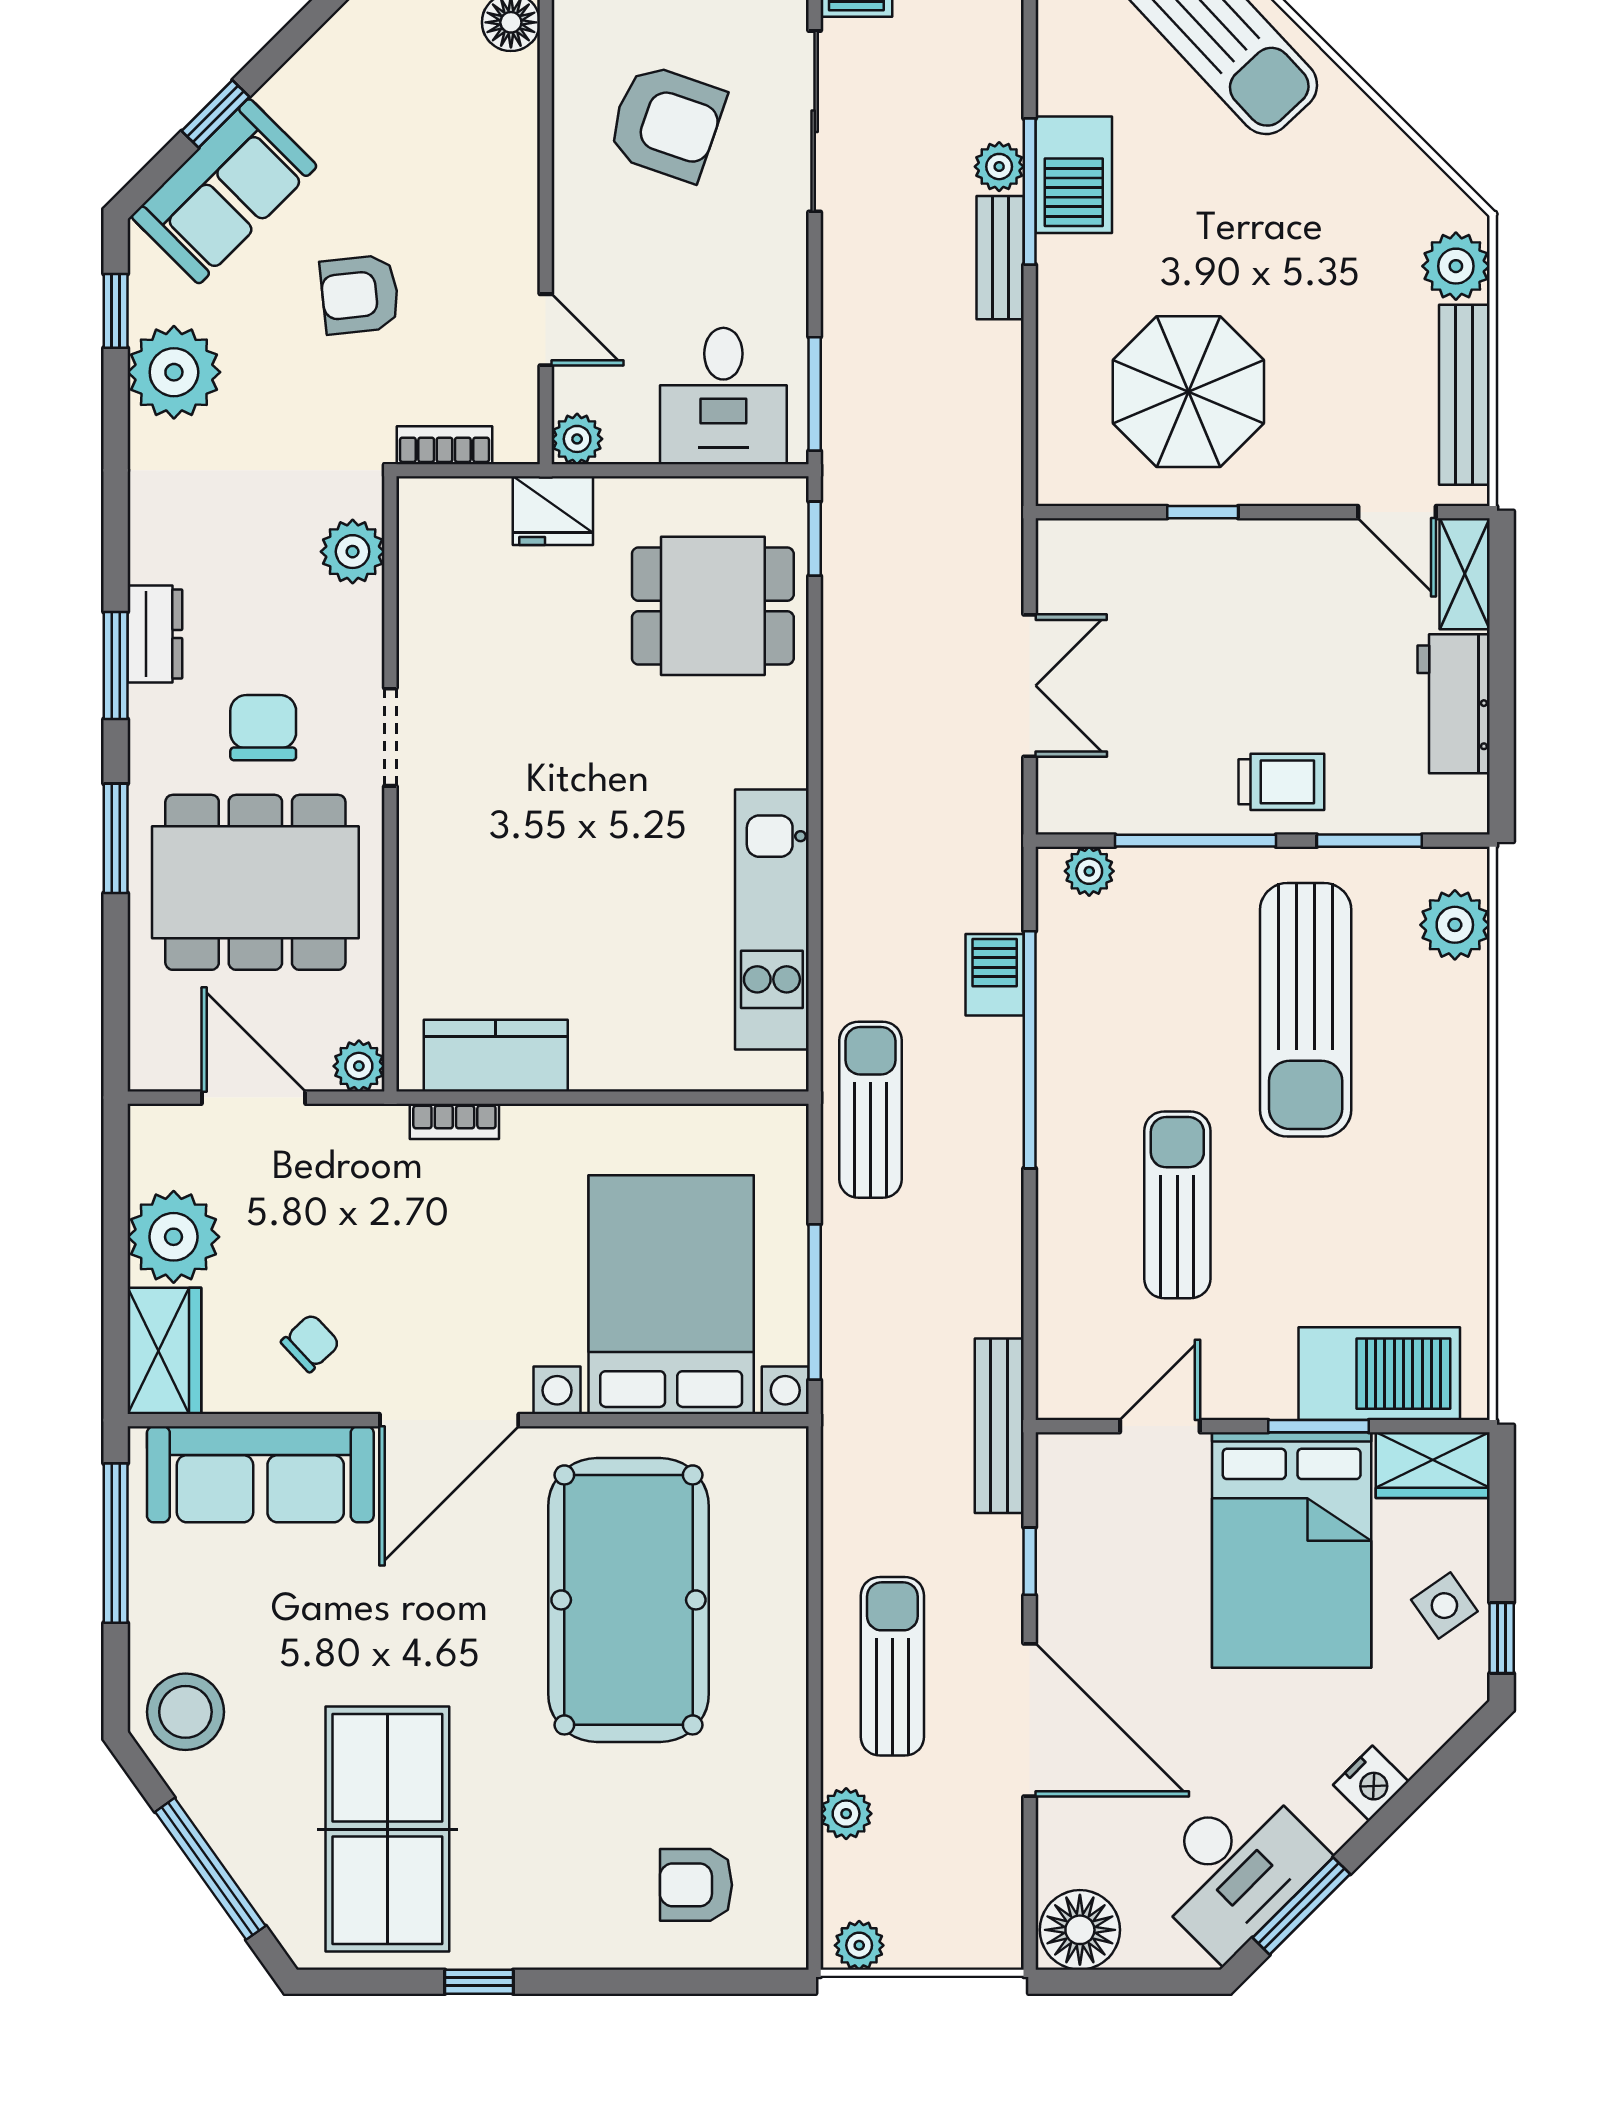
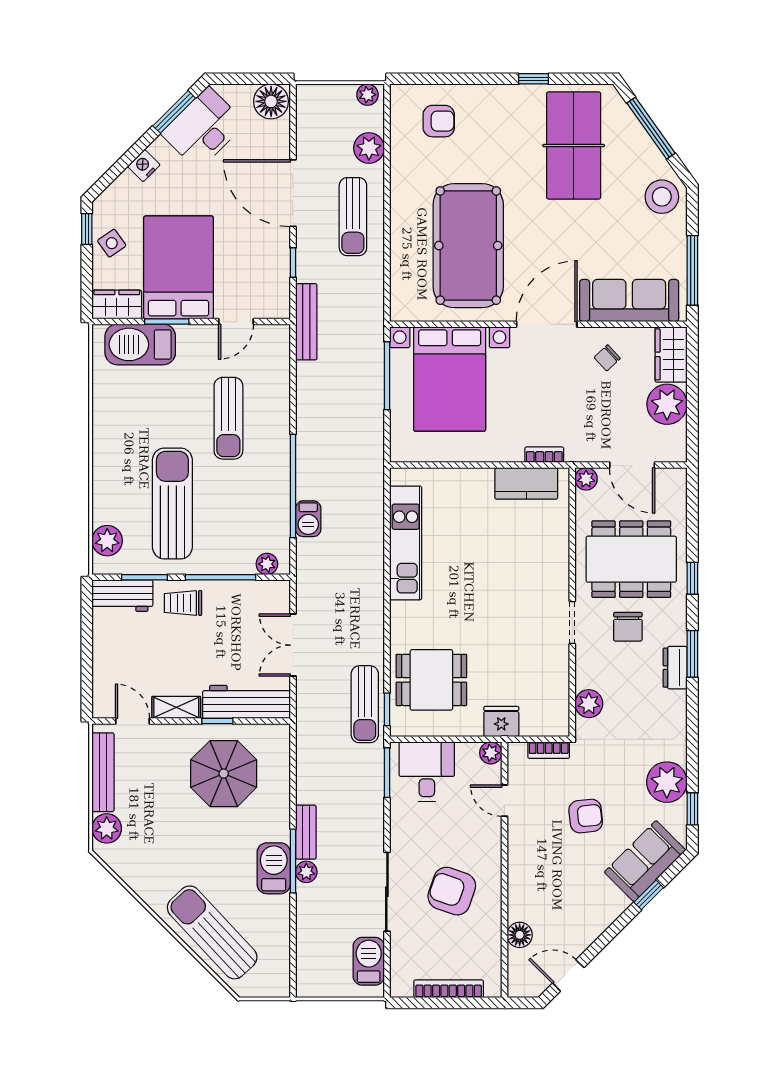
workbench: (1136, 556) -> (246, 702), added
shelving: (1465, 574) -> (176, 707), moved, turned 90
workbench: (1454, 704) -> (122, 596), moved, turned 90
window: (116, 838) -> (692, 578), width x0.67
sun lounger: (871, 1110) -> (365, 704), moved
plant: (846, 1814) -> (369, 148), width x1.38, depth x1.38

